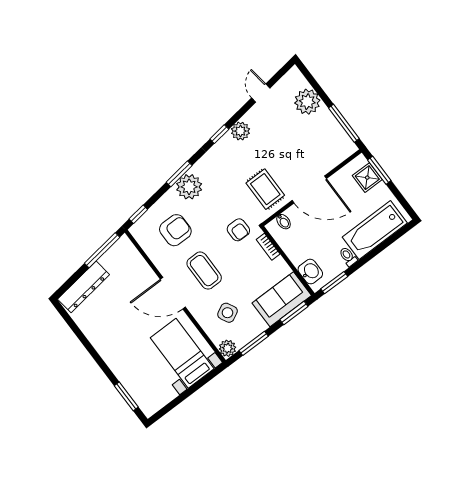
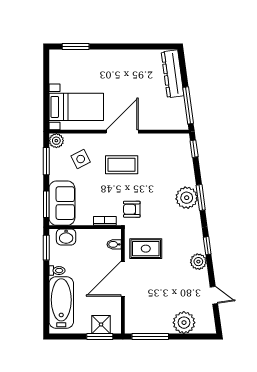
armchair: (175, 230) -> (164, 166), removed

